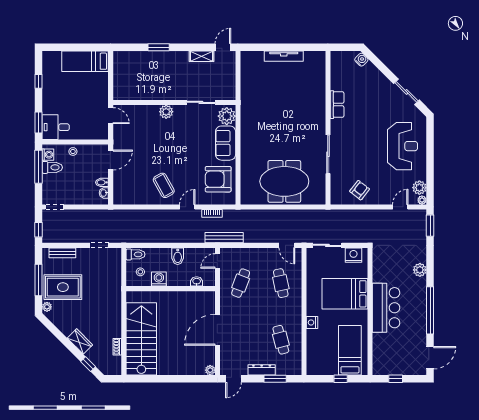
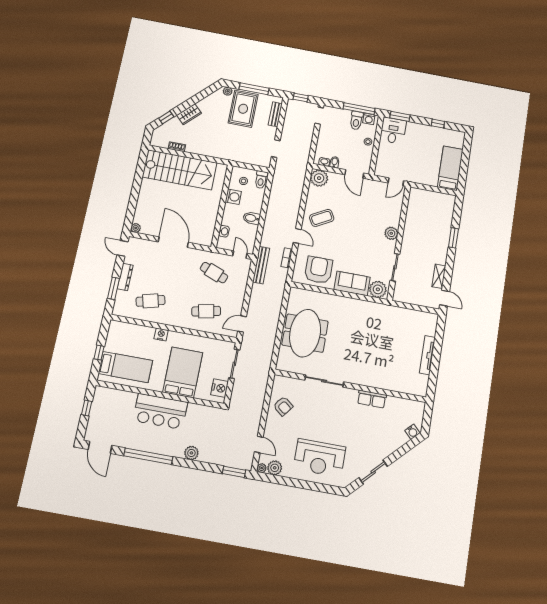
plant: (122, 195) -> (319, 178), added

